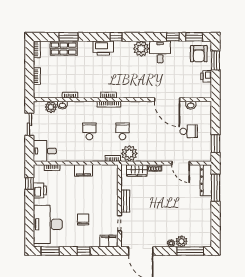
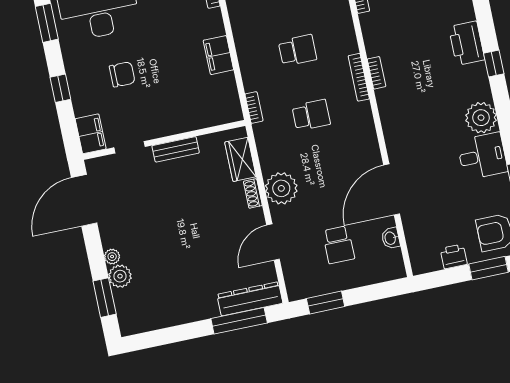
plant: (129, 153) -> (281, 188), moved
window: (190, 251) -> (105, 298), width x0.69

